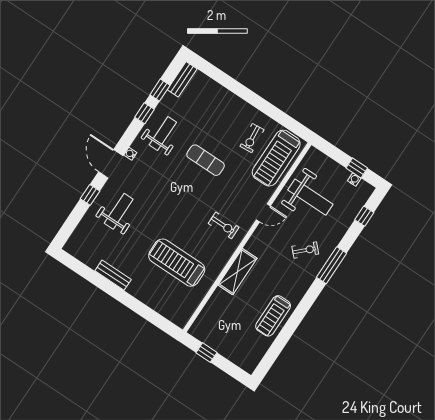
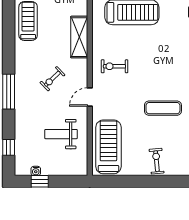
exercise bike: (252, 138) -> (157, 161), moved
weight bench: (310, 197) -> (61, 134), width x0.73, depth x0.75
exercise bike: (305, 250) -> (52, 79), moved

